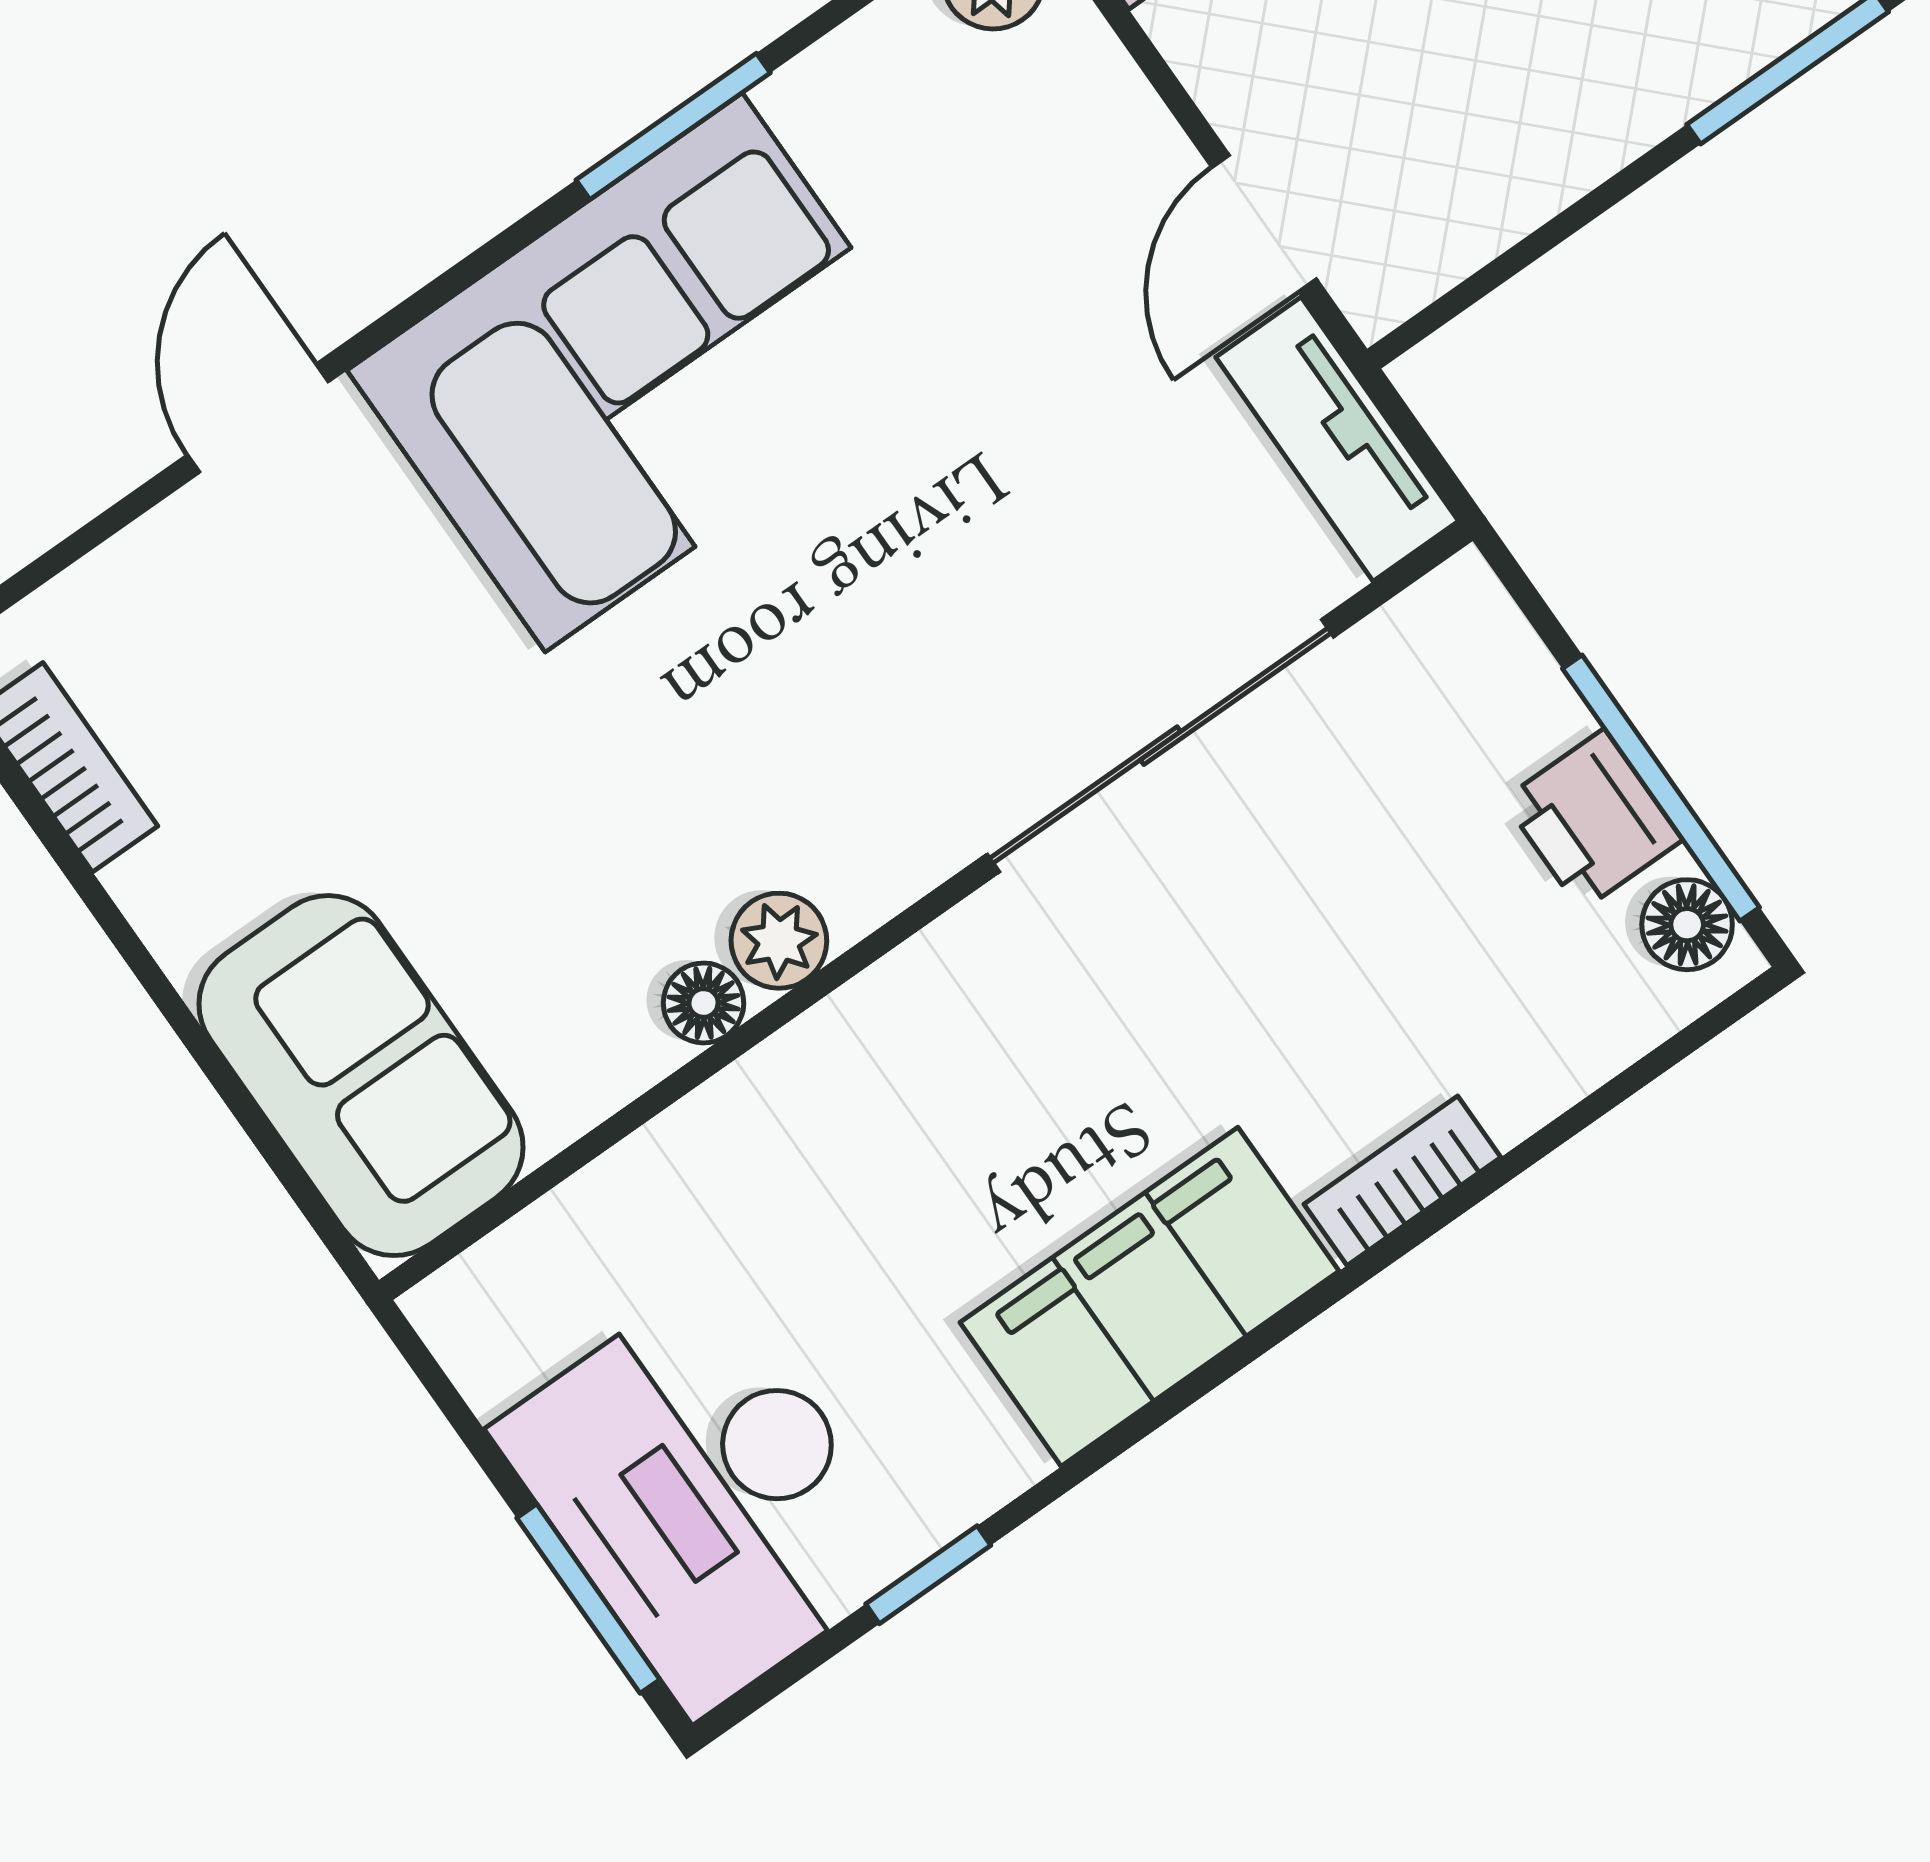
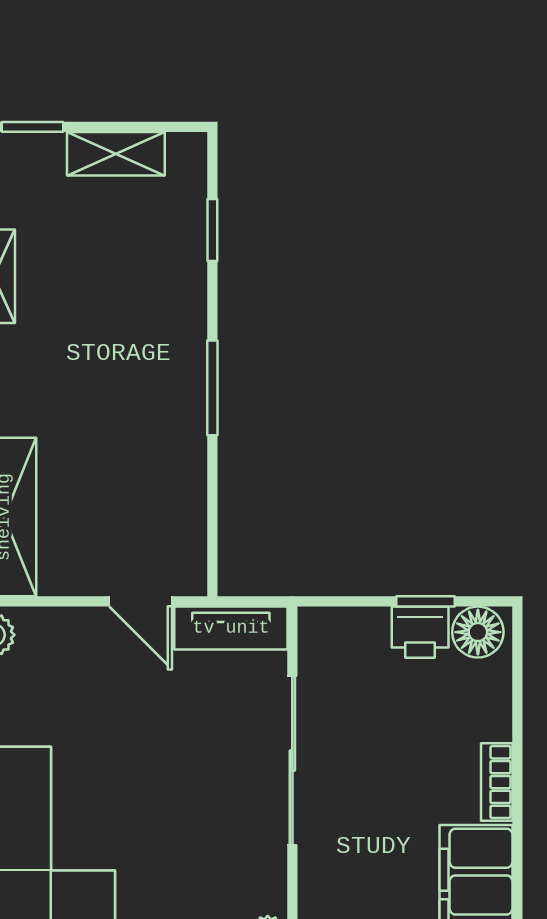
window: (1661, 788) -> (426, 601), width x0.46
floor lamp: (1687, 925) -> (478, 632), width x1.37, depth x1.37

